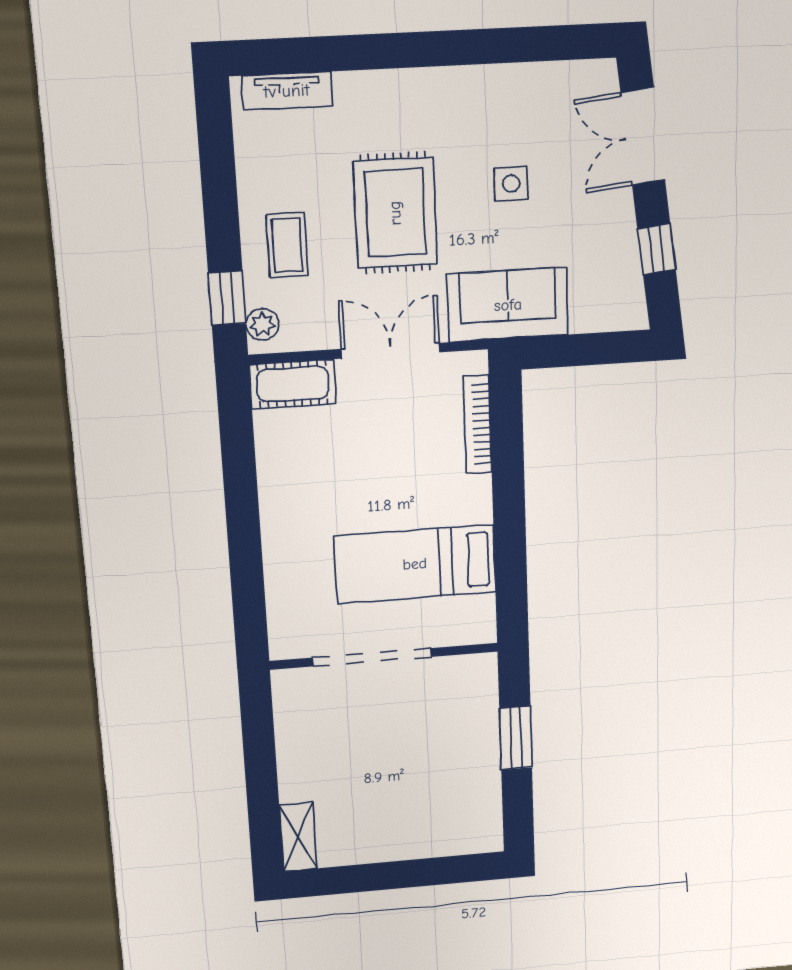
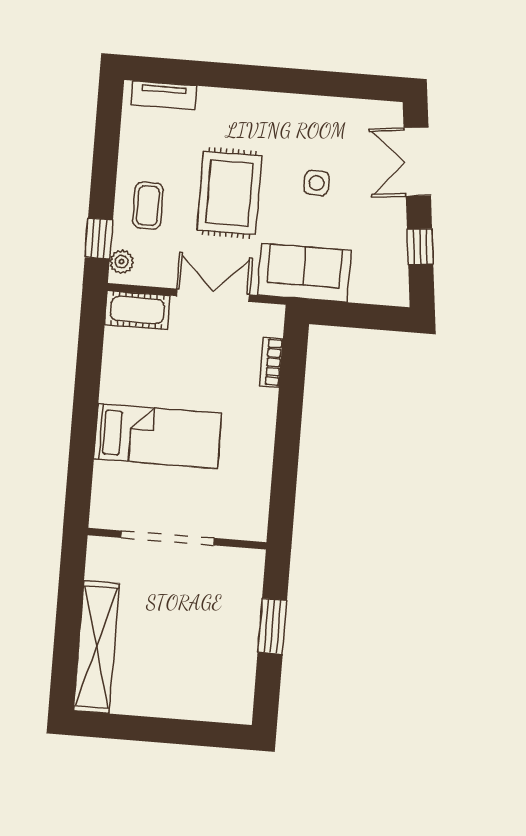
bookcase: (478, 425) -> (271, 362), width x0.64
bed: (415, 564) -> (158, 436), moved, turned 180
shelving: (298, 837) -> (96, 647), width x2.20, depth x1.33

